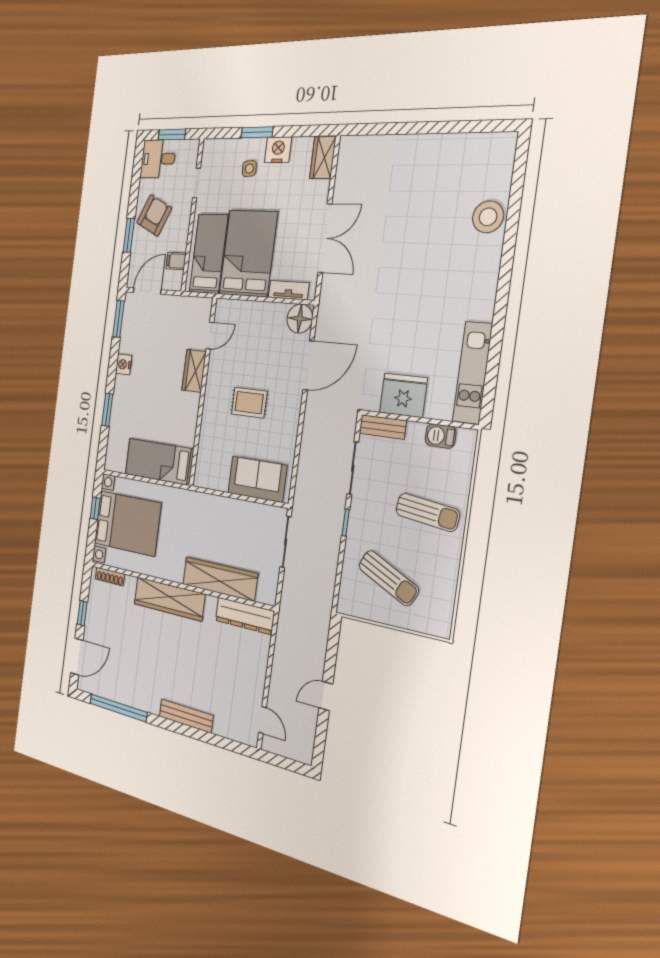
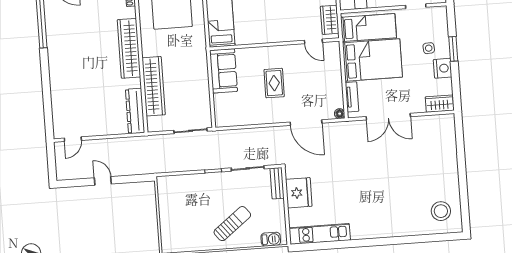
stool: (488, 217) -> (441, 211), moved
floor lamp: (300, 319) -> (340, 114), width x0.53, depth x0.53
wardrobe: (194, 371) -> (330, 20), moved, turned -90
barbecue: (441, 436) -> (271, 239), moved, turned 90
sofa: (257, 479) -> (224, 71), moved
sun lounger: (427, 512) -> (232, 224), turned -135
sun lounger: (389, 578) -> (187, 207), removed
bench: (186, 716) -> (55, 80), removed

